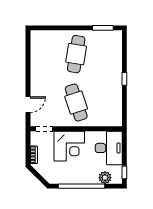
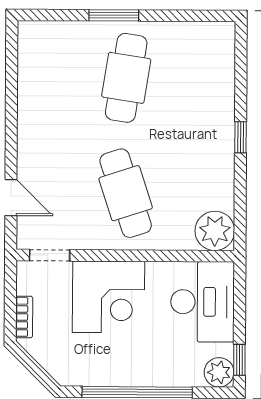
window: (103, 28) -> (114, 15), moved
door: (28, 105) -> (11, 198), hinge flipped
plant: (114, 118) -> (215, 231), added
plant: (105, 178) -> (219, 372), moved

